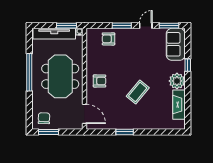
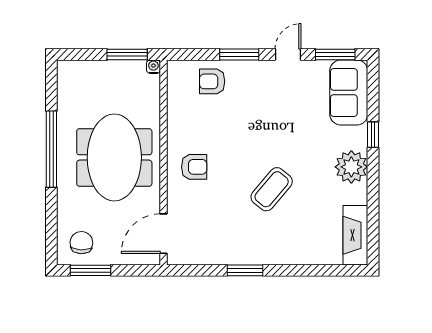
tv unit: (54, 34) -> (102, 71), removed
fireplace: (179, 105) -> (355, 235), moved
door: (84, 114) -> (164, 234), swing flipped

